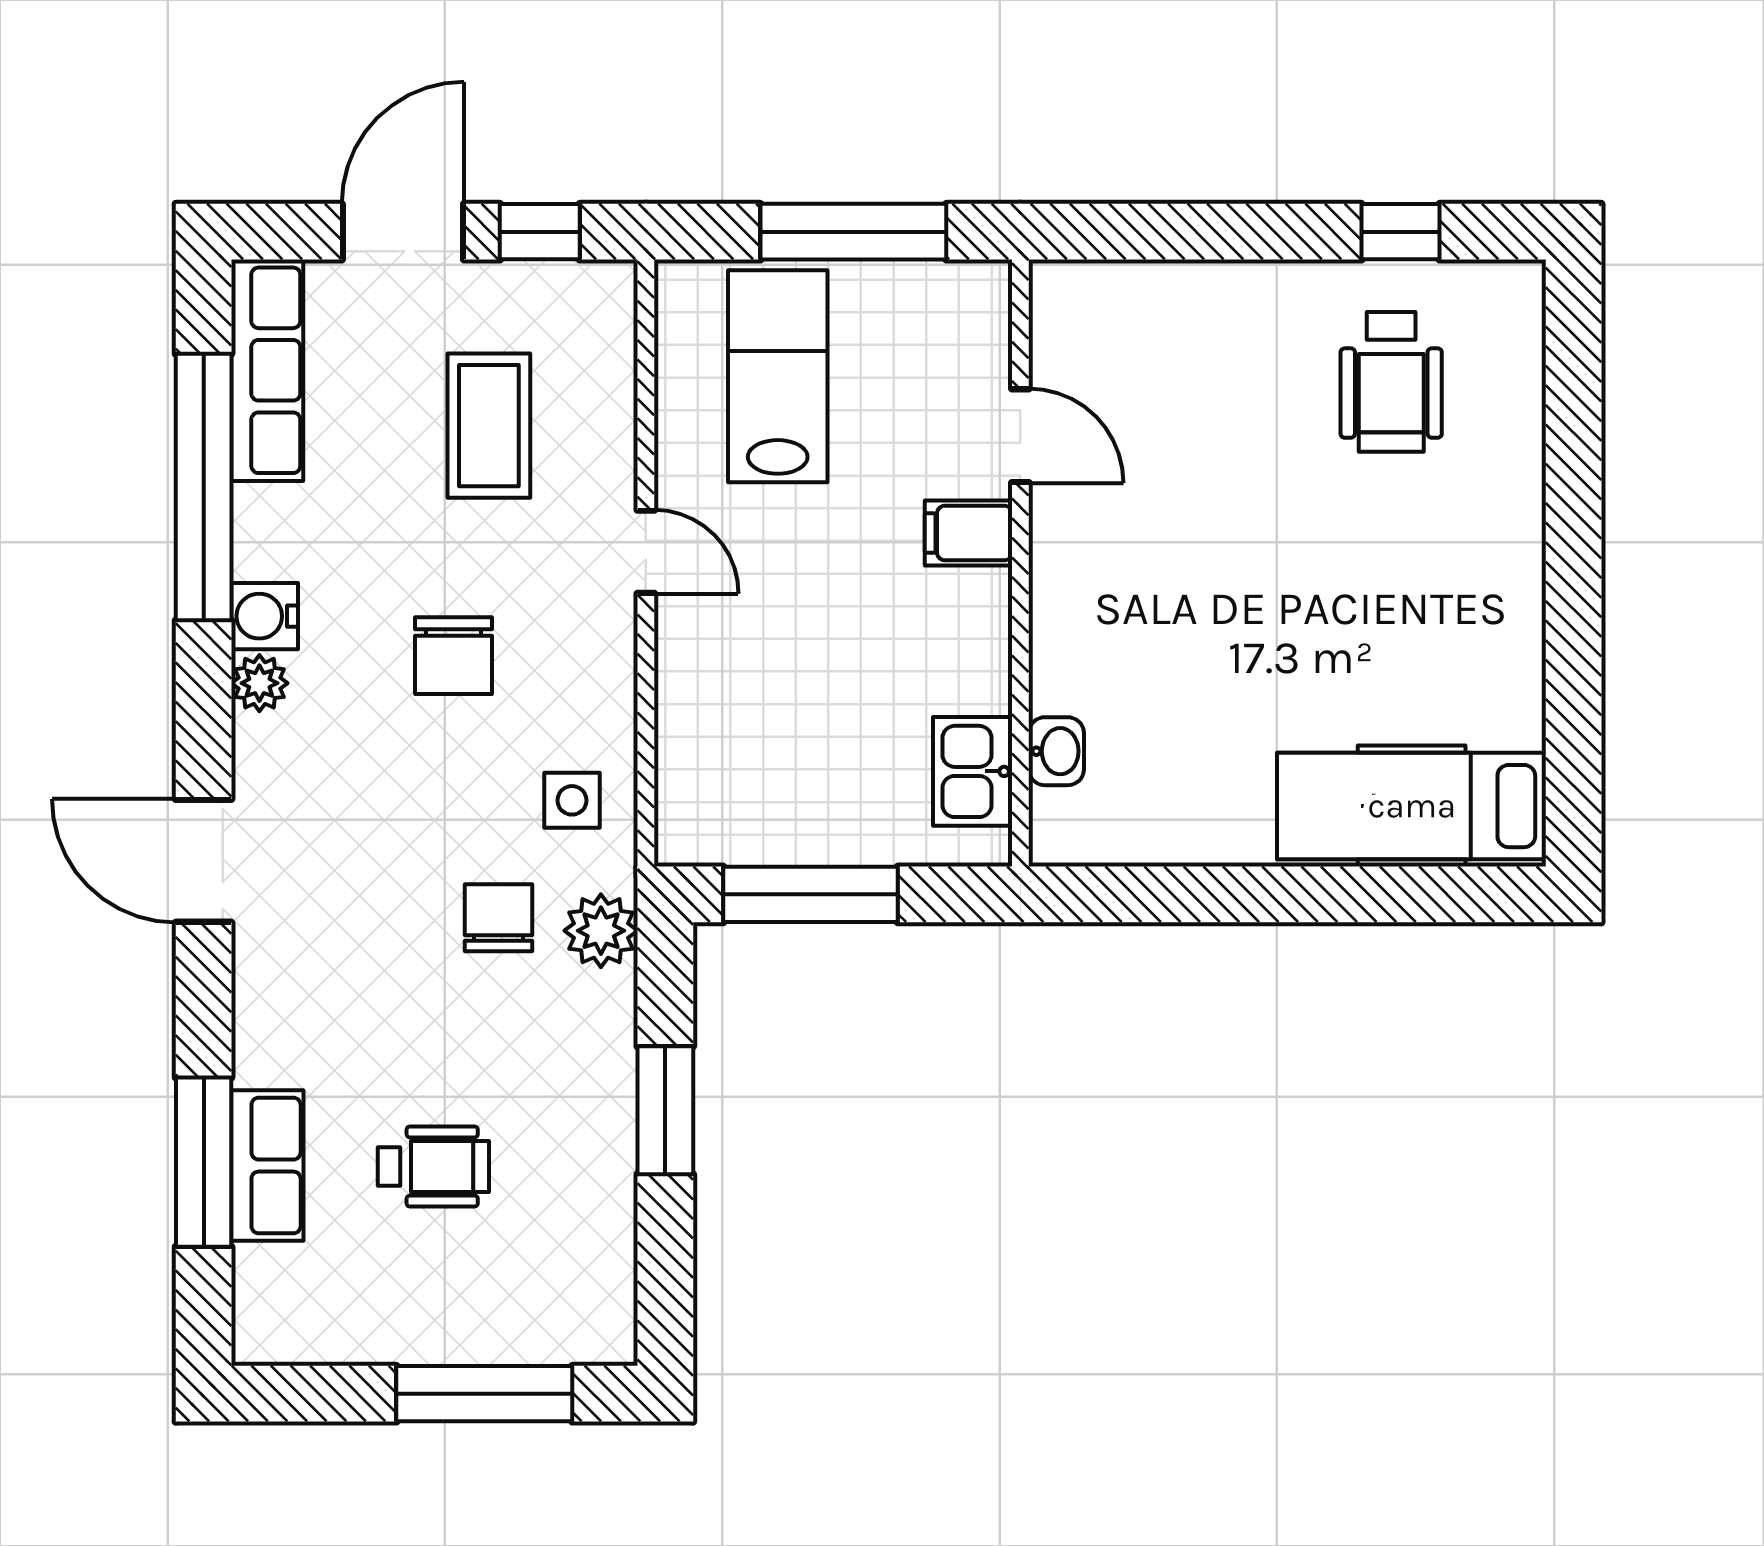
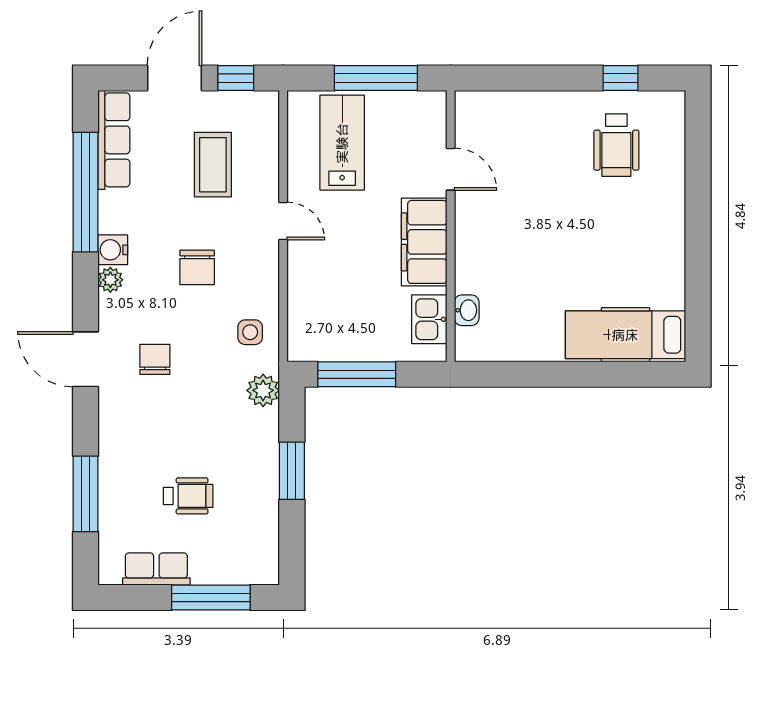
filing cabinet: (968, 533) -> (424, 242), width x3.00, depth x1.17
chair: (499, 918) -> (155, 359), moved
row of seats: (267, 1166) -> (156, 569), moved, turned -90

